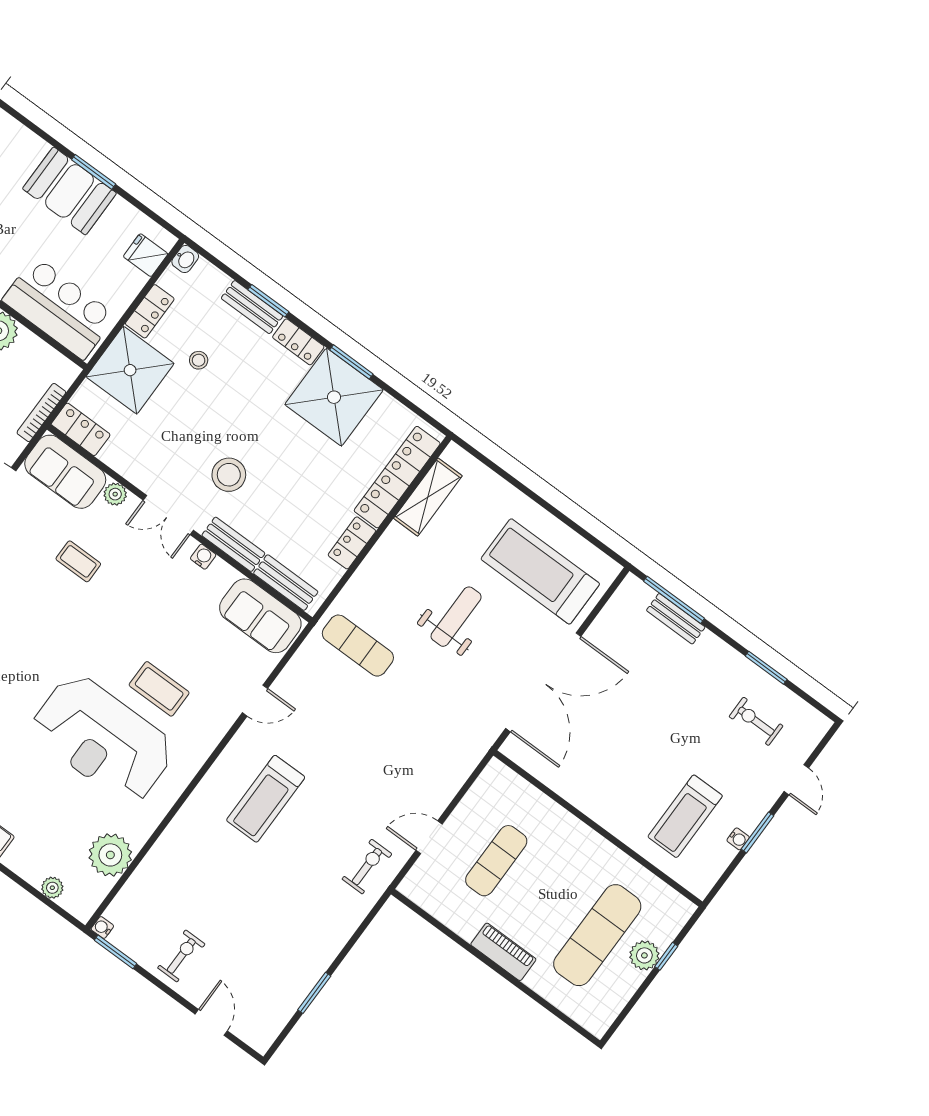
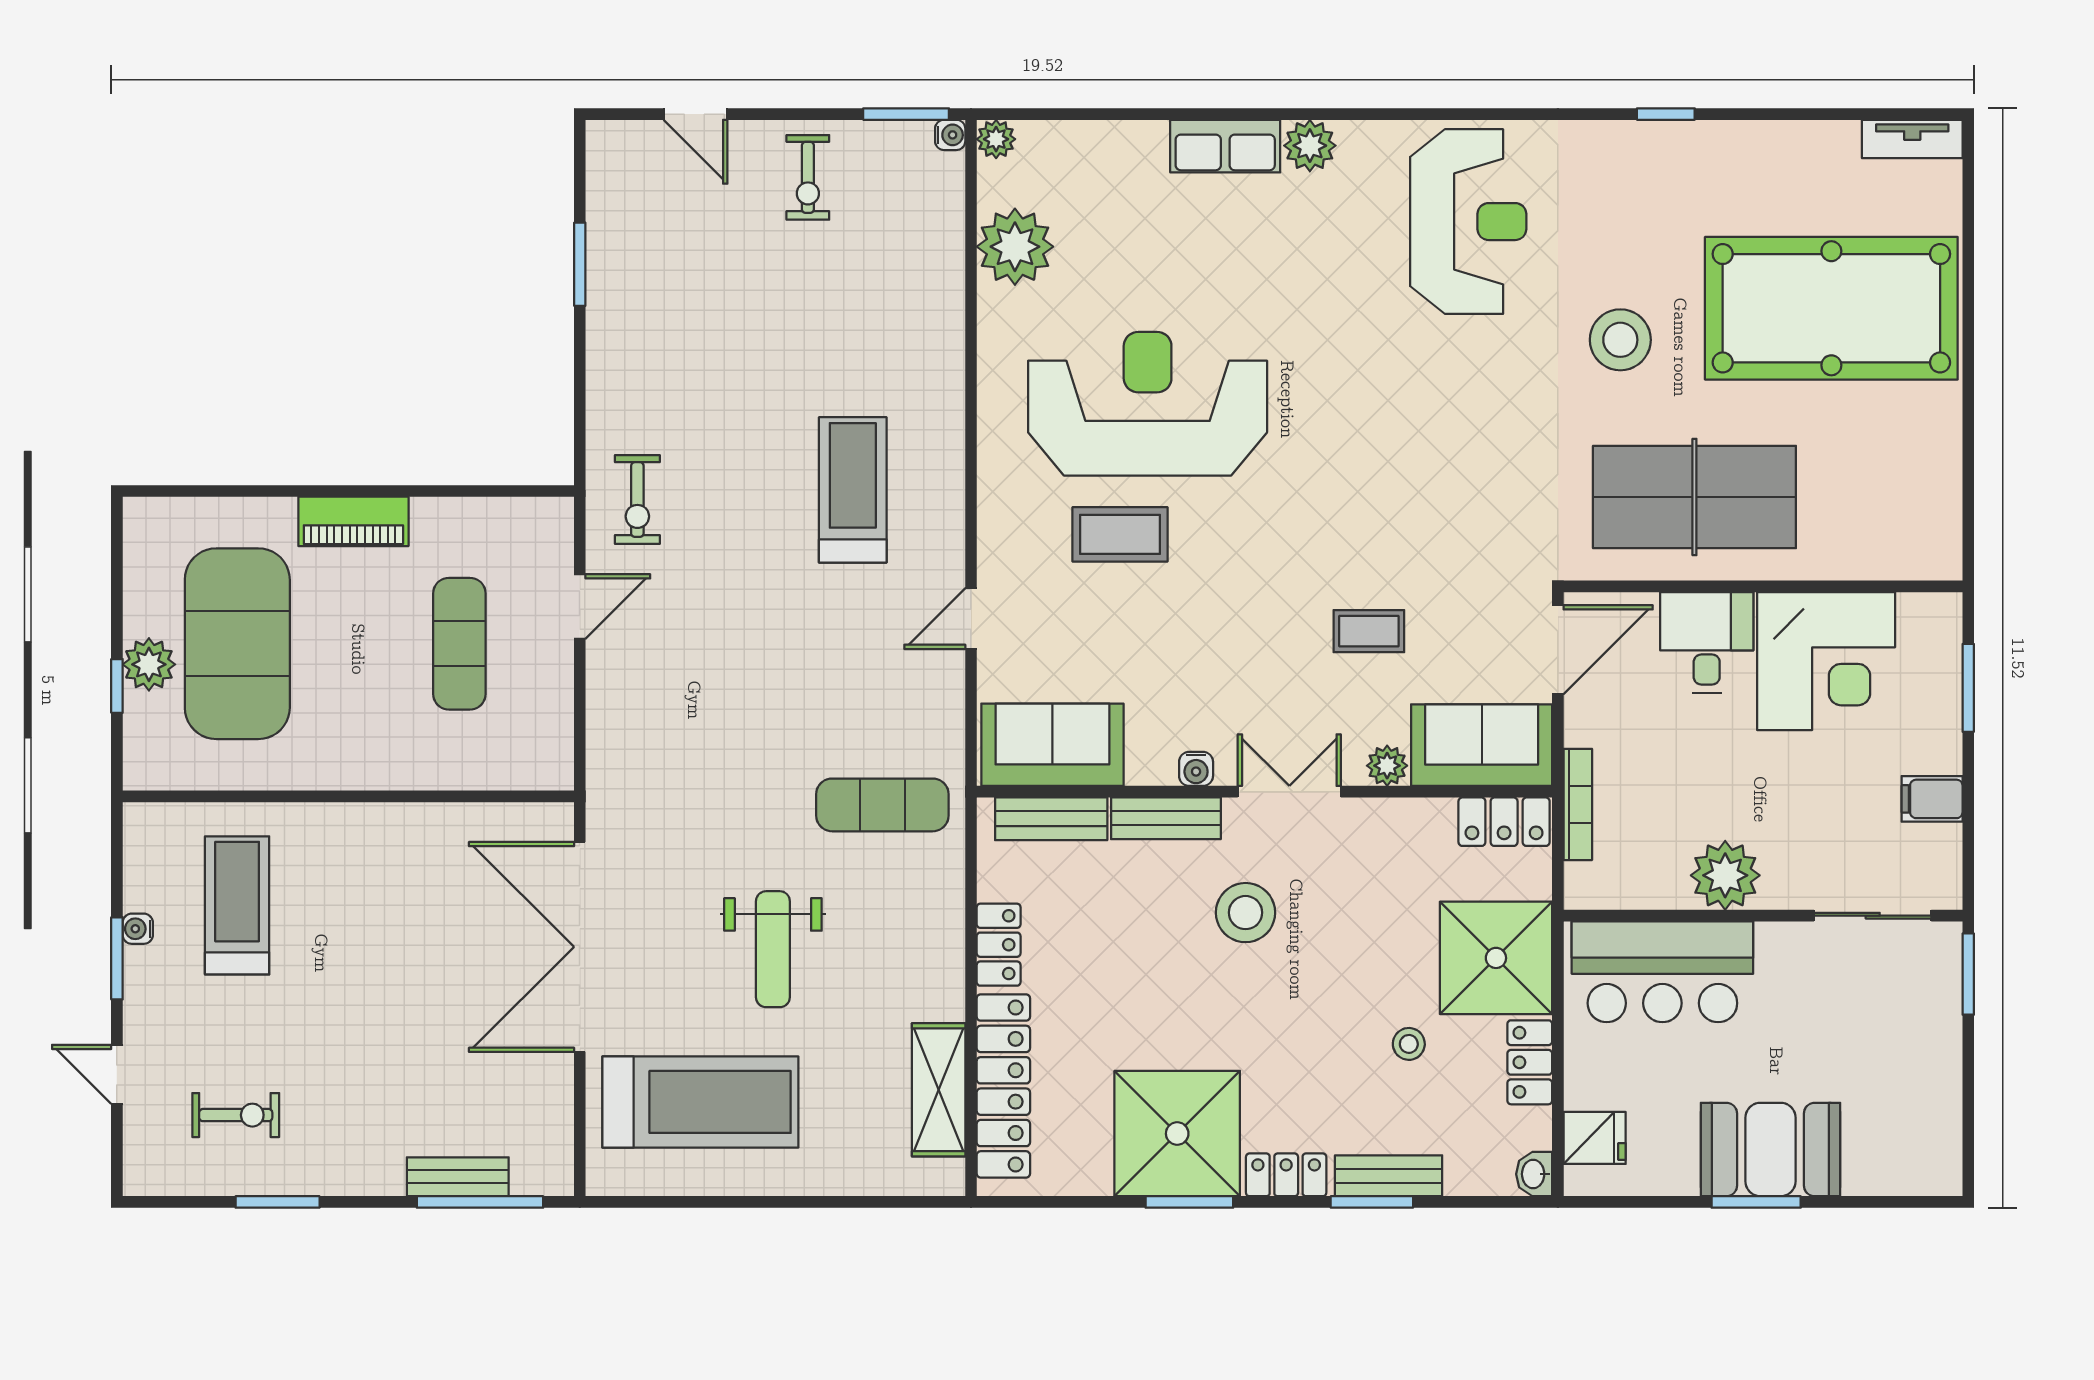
plant: (52, 888) -> (996, 139), moved
exercise mat: (597, 935) -> (237, 644), width x1.47

